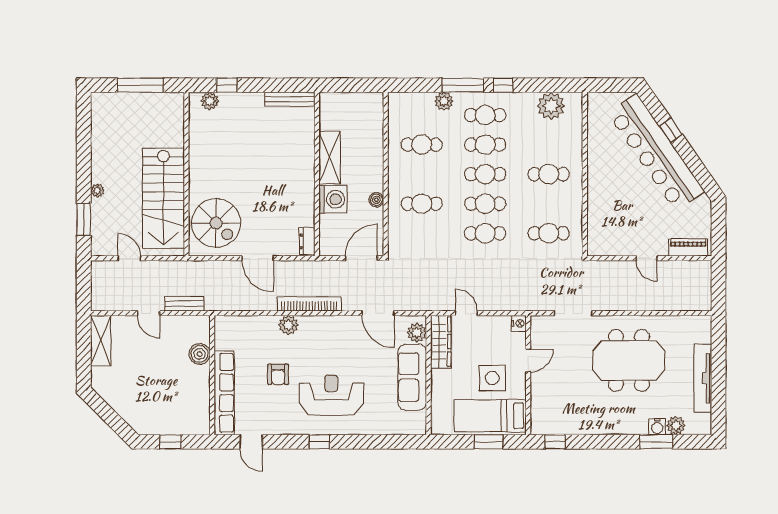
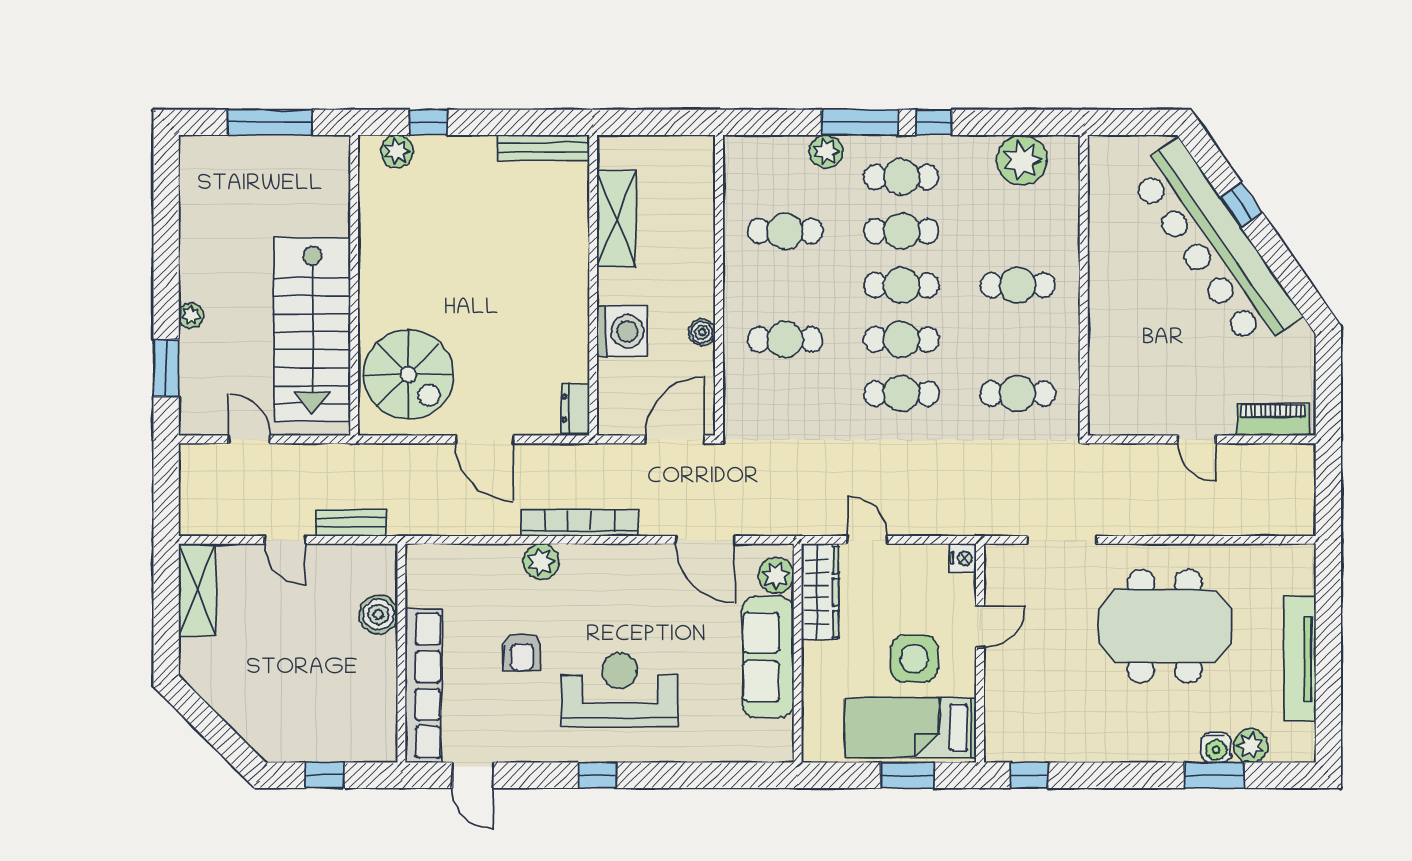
shelving: (330, 158) -> (616, 219), moved

